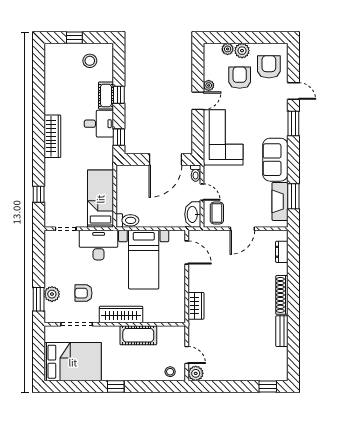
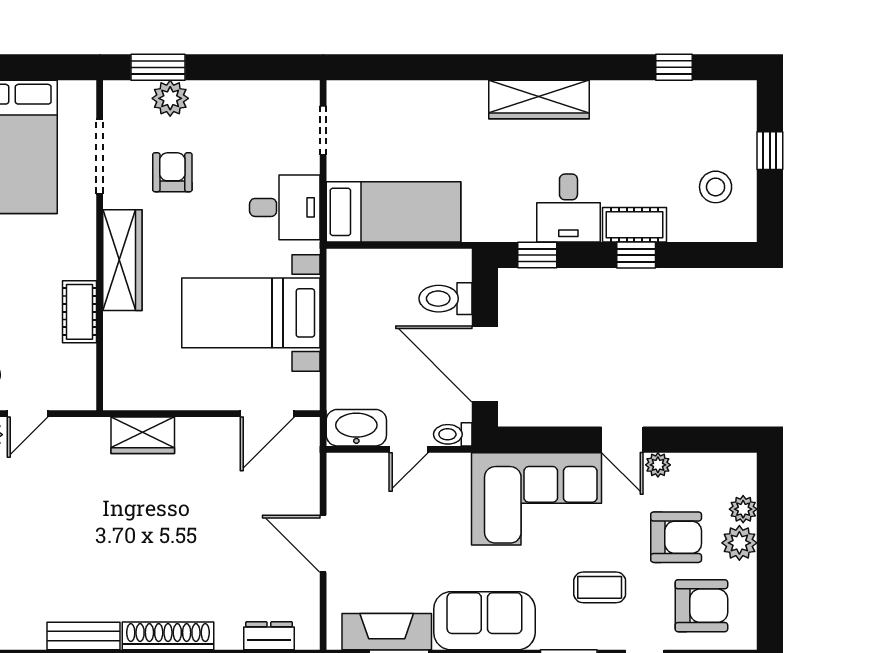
window: (39, 194) -> (674, 67), moved
coffee table: (217, 213) -> (600, 587), moved
toilet: (127, 220) -> (446, 299), moved, turned 90
desk: (99, 245) -> (285, 207), width x0.73
cot: (138, 335) -> (80, 312), width x0.73, depth x0.75

